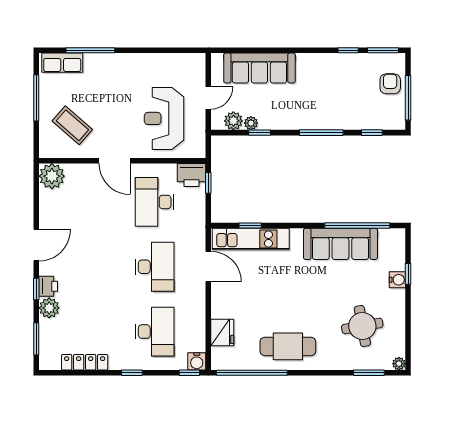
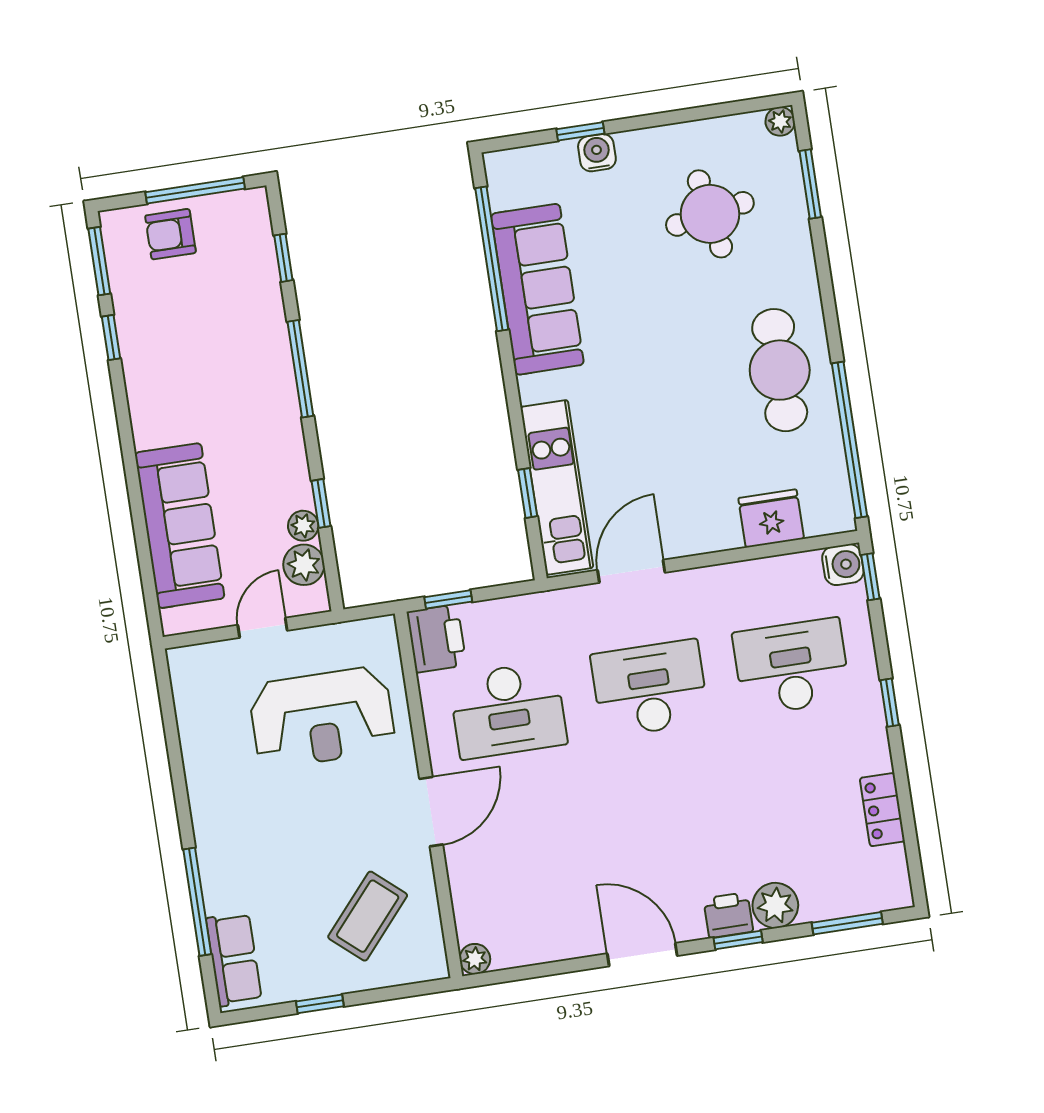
window: (36, 98) -> (320, 1004), width x0.46
door: (208, 98) -> (262, 628), hinge flipped
plant: (52, 176) -> (475, 959), width x0.53, depth x0.53
locker: (85, 362) -> (882, 810), width x0.66

